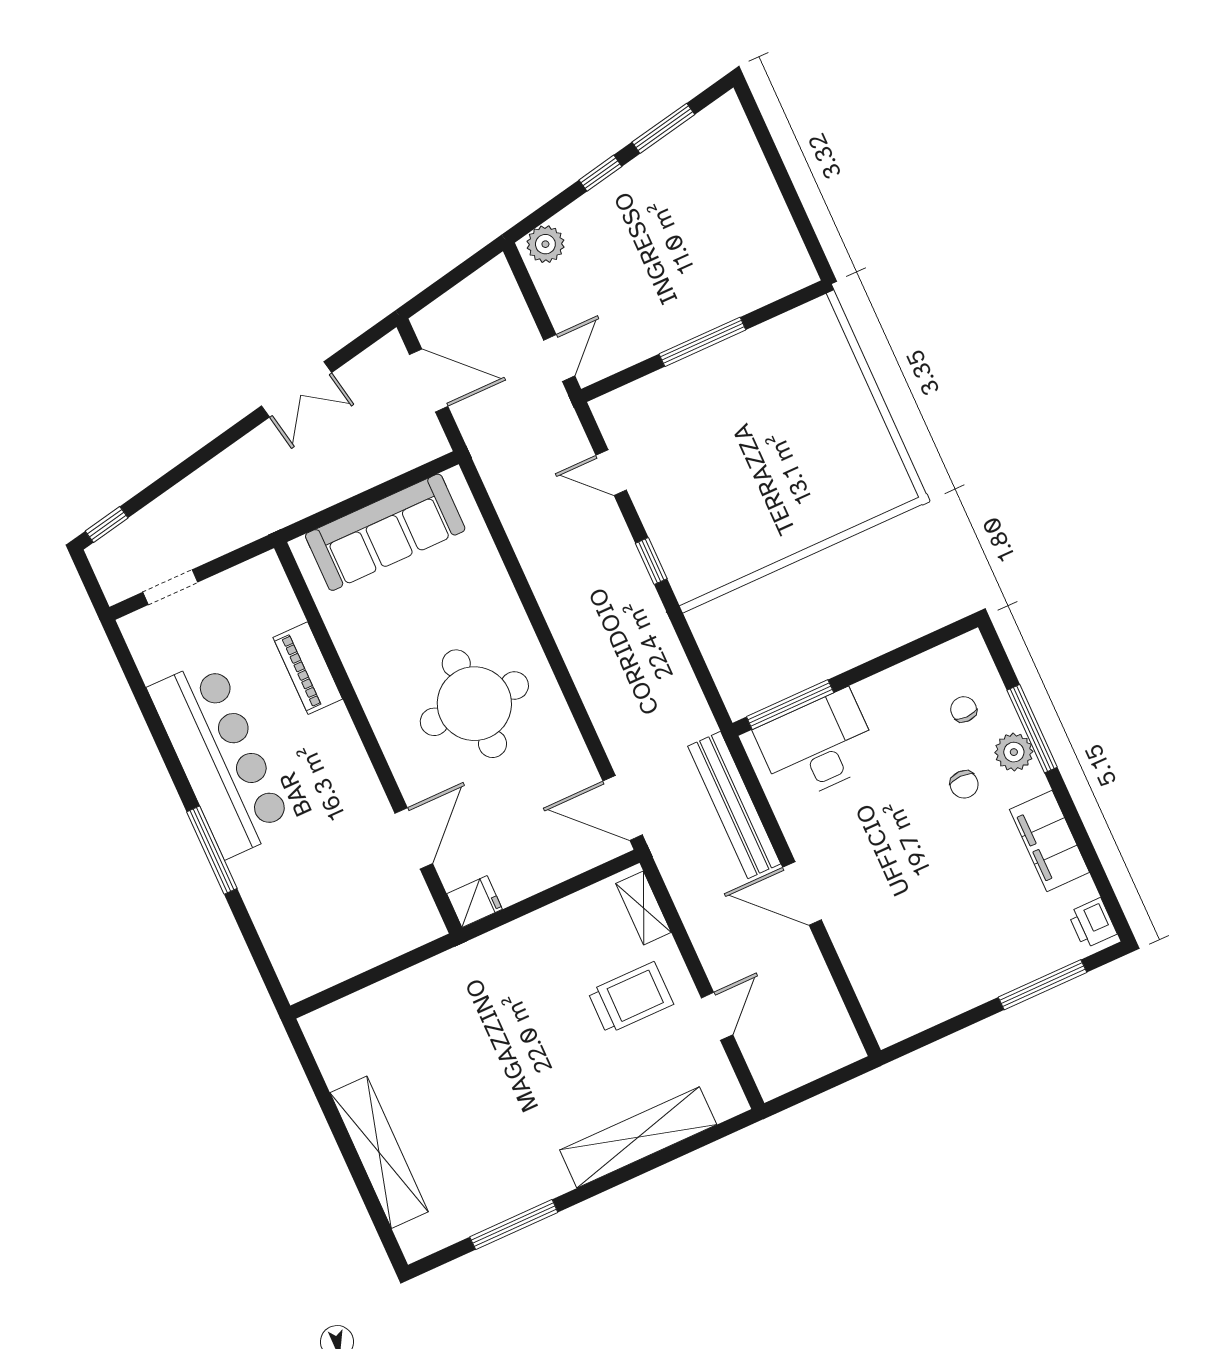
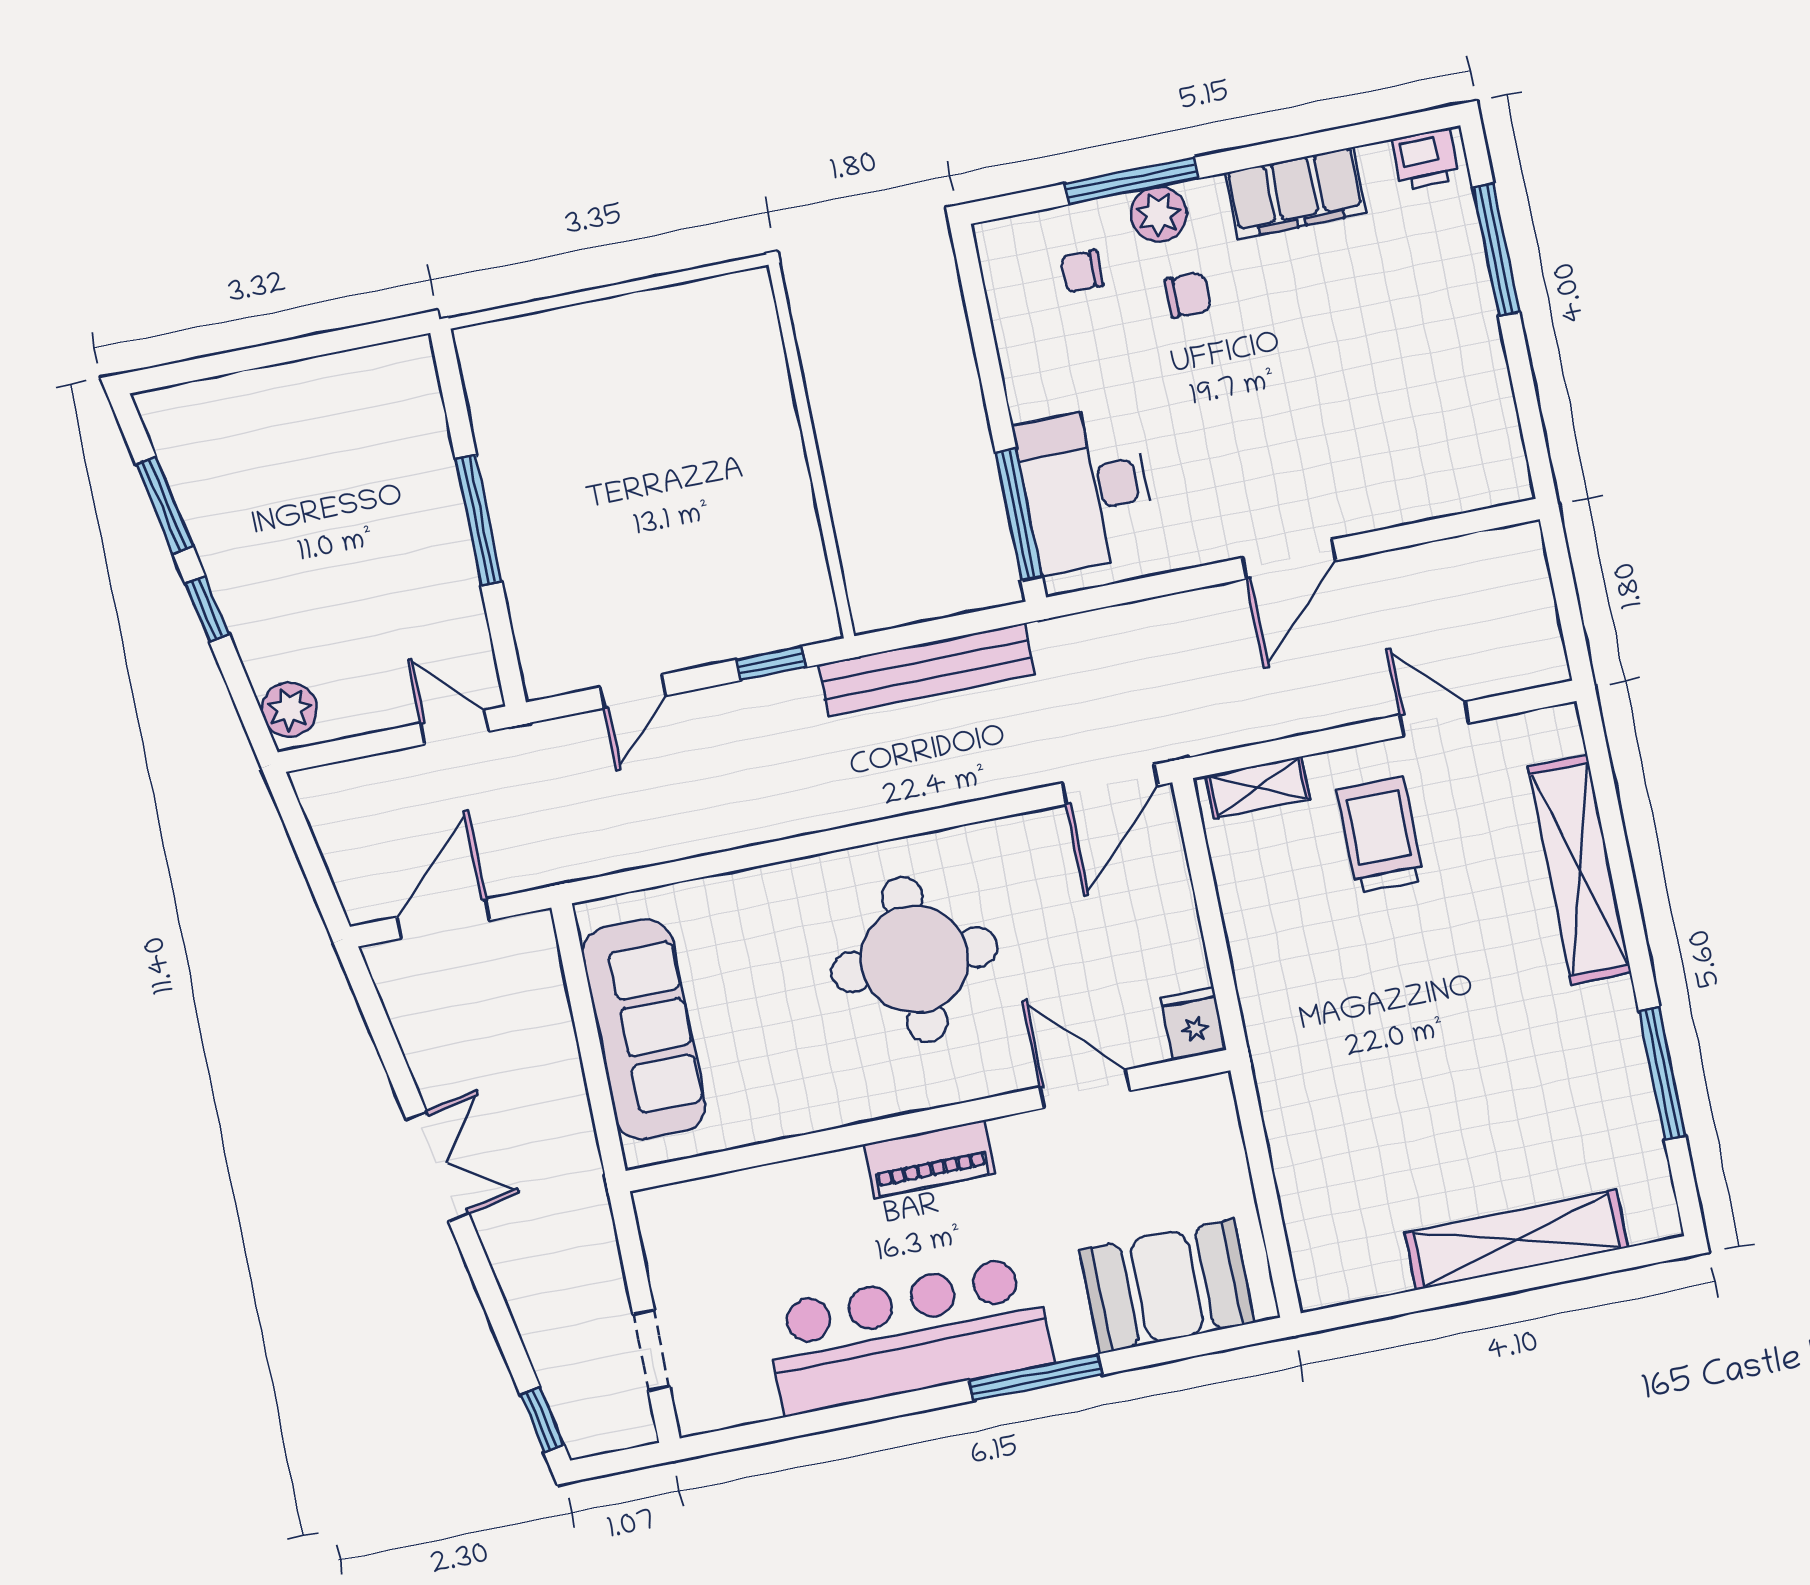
double door: (297, 389) -> (437, 1166), moved
piano: (308, 668) -> (929, 1159), moved
bench: (734, 805) -> (927, 669), moved
booth: (294, 924) -> (1167, 1286), added

